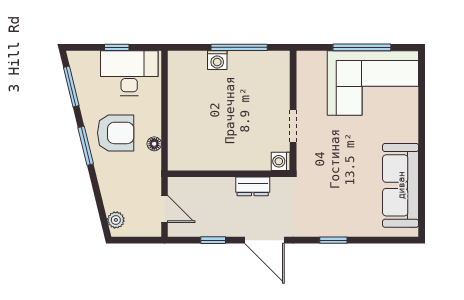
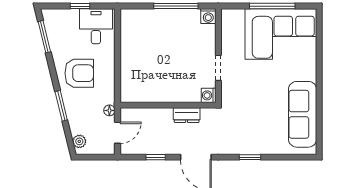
washing machine: (217, 60) -> (208, 16), moved
desk: (129, 73) -> (96, 26), width x0.73
floor lamp: (154, 144) -> (109, 110), moved
window: (86, 146) -> (61, 106), moved
door: (165, 209) -> (117, 133), hinge flipped

